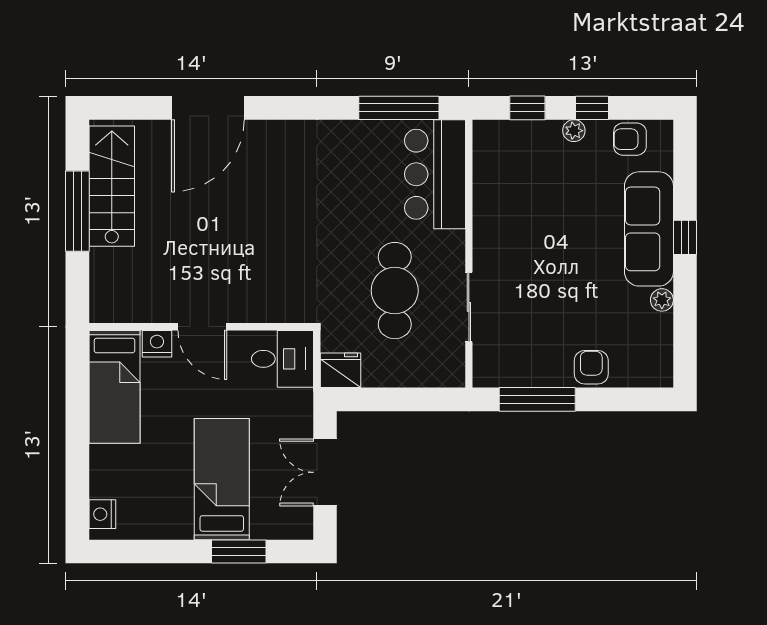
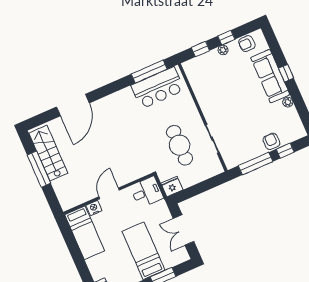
bar counter: (435, 174) -> (158, 88), moved, turned -90
door: (202, 327) -> (109, 193), swing flipped
window: (612, 399) -> (285, 151), added

